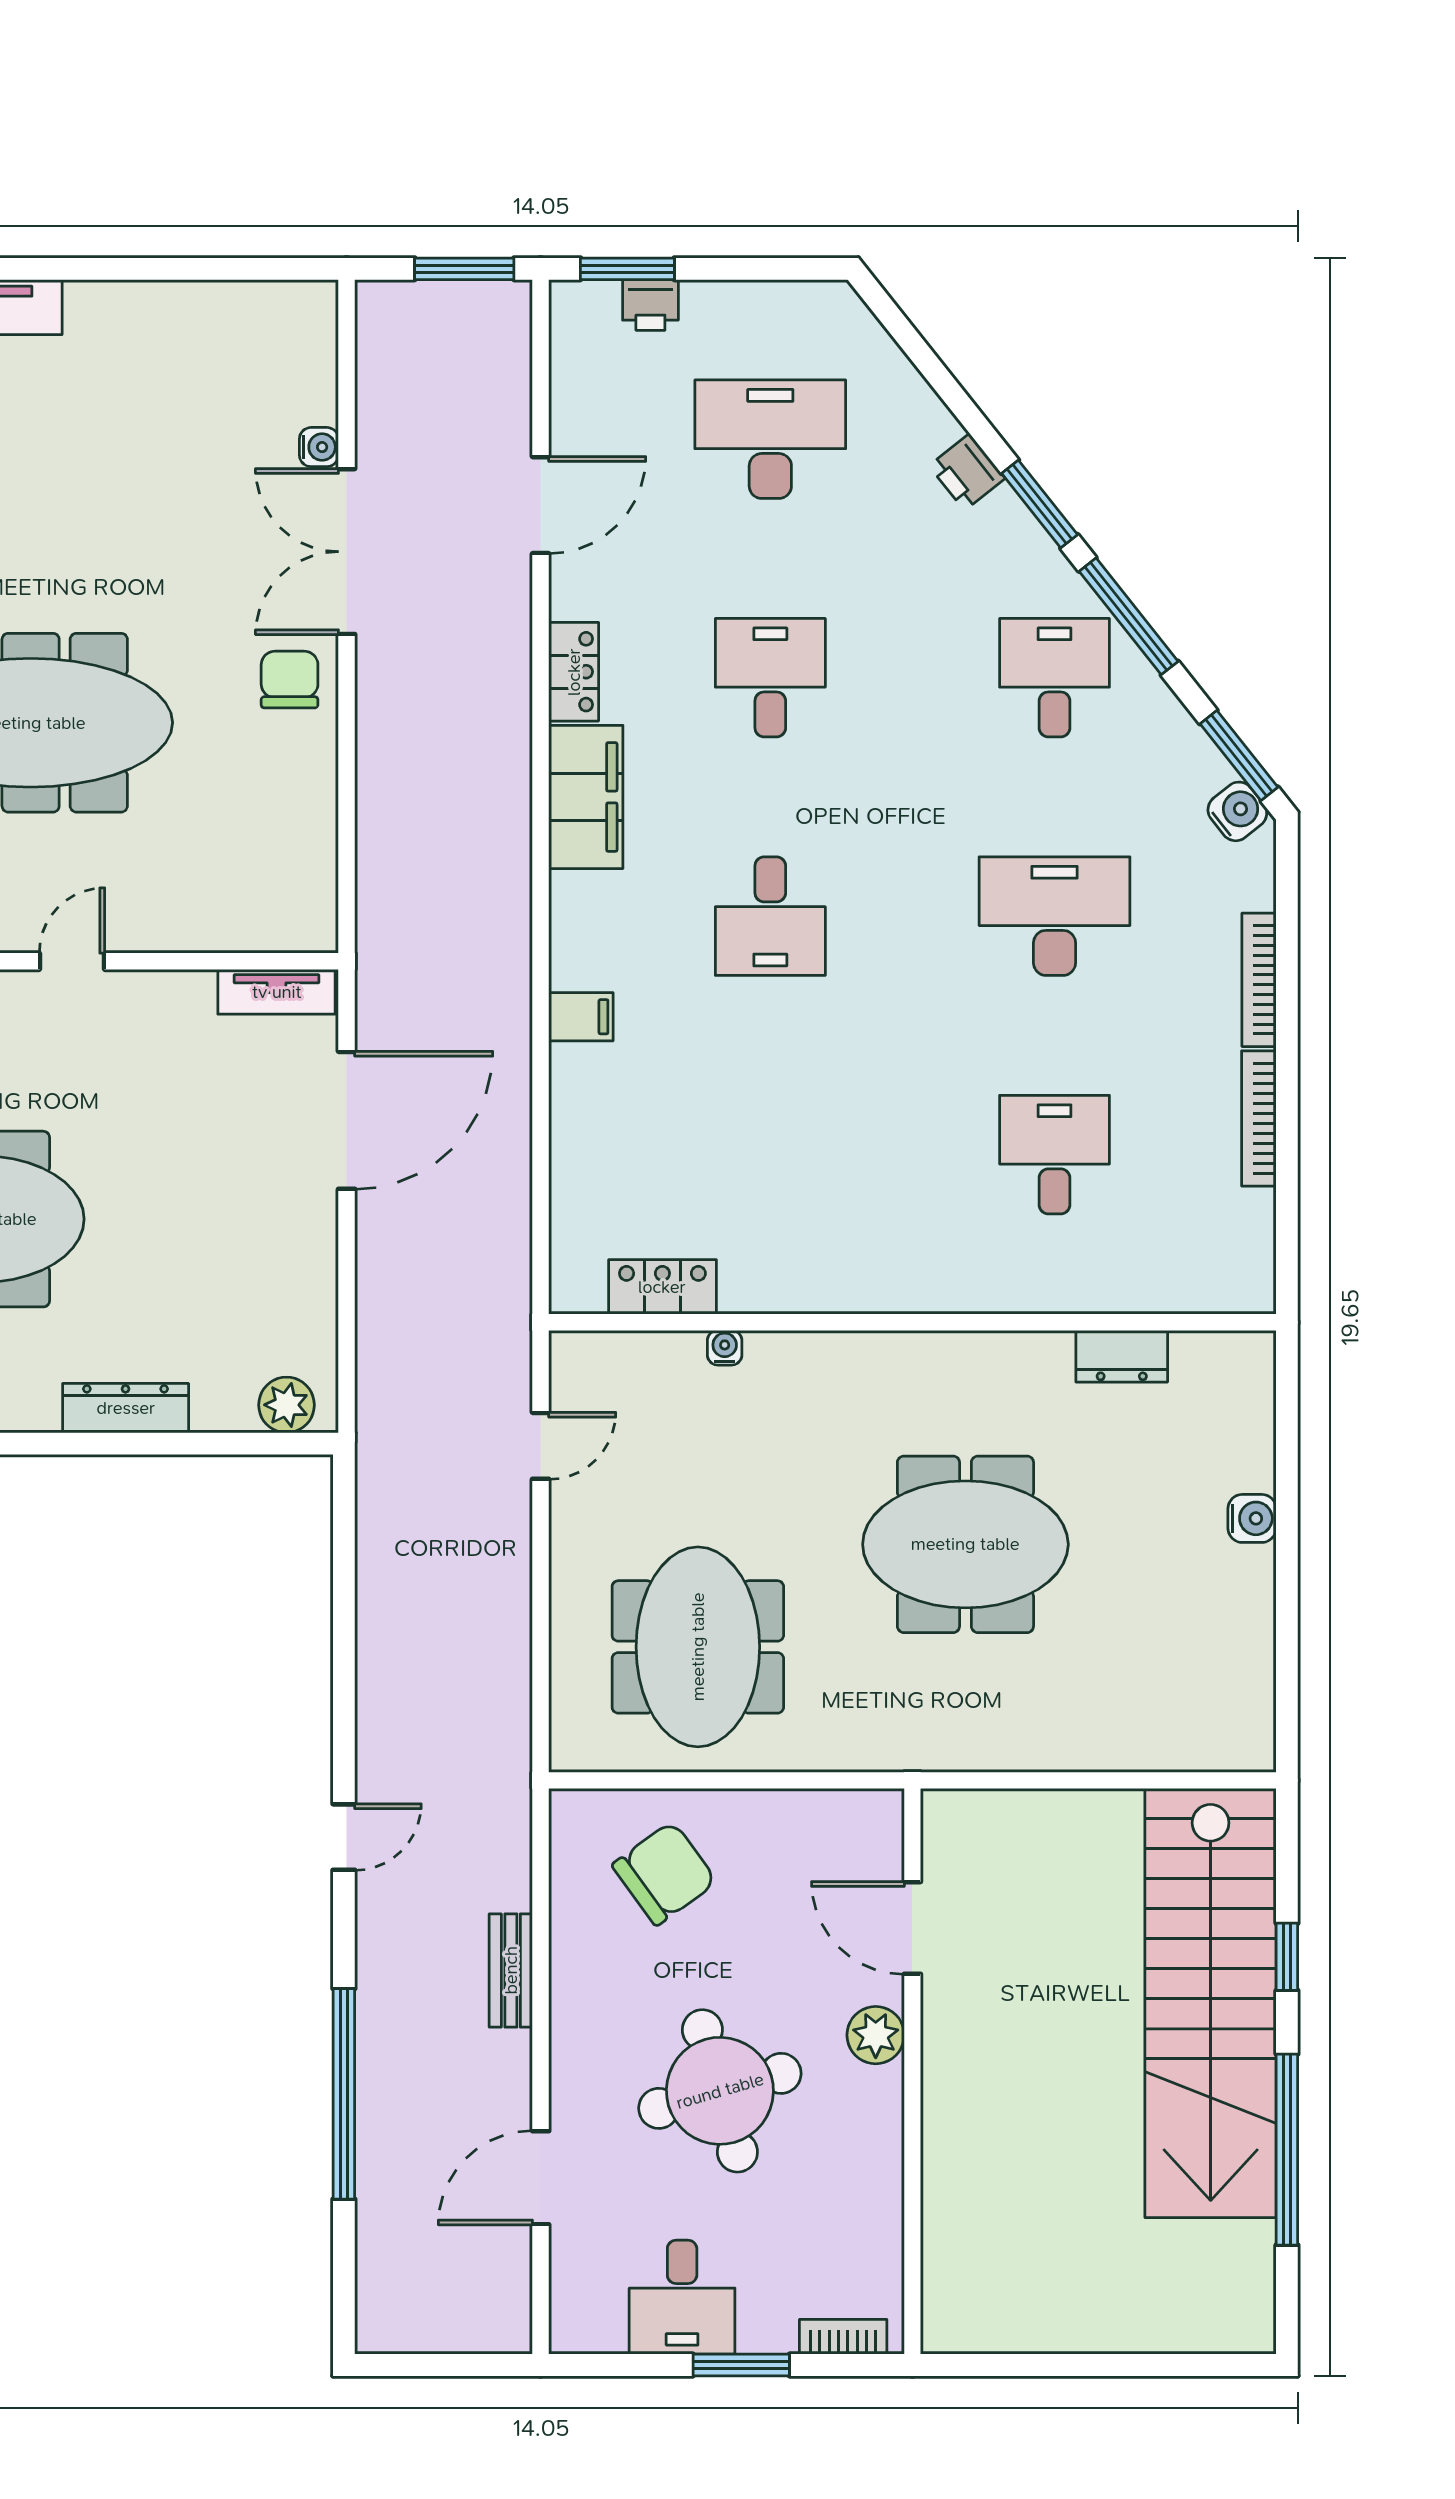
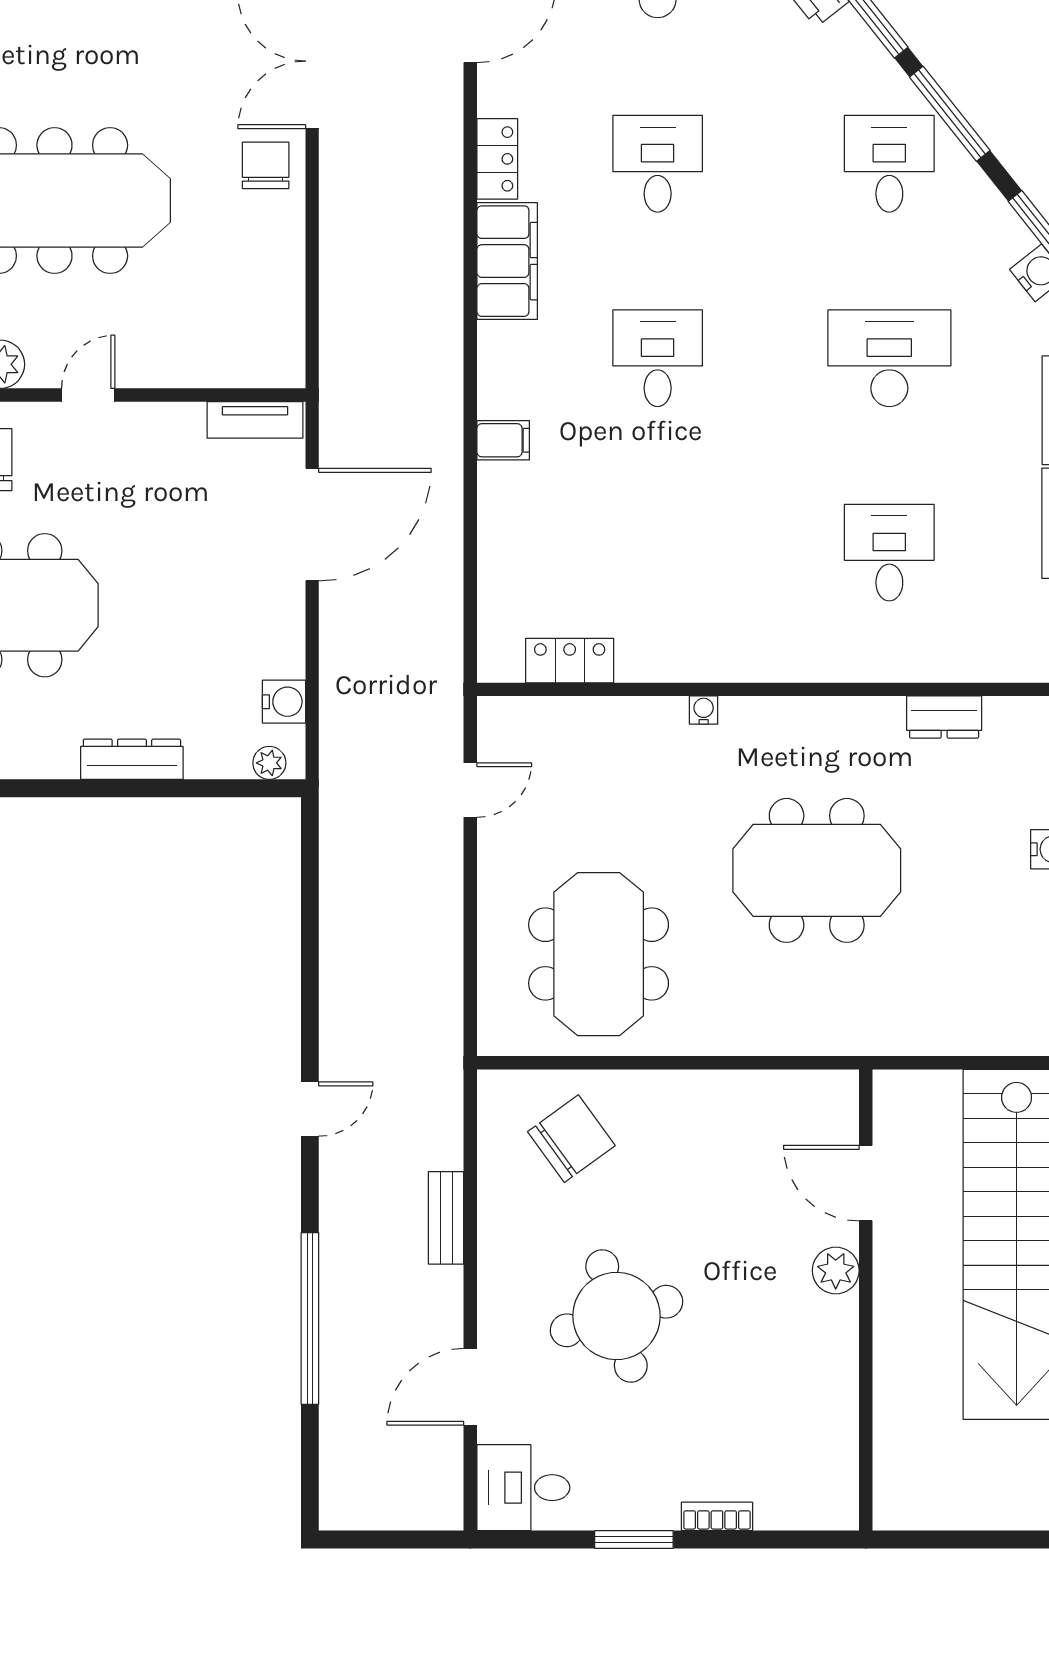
desk: (770, 916) -> (658, 358), turned 180
water cooler: (312, 1337) -> (284, 702), added
water cooler: (725, 1348) -> (704, 710), moved
plant: (286, 1405) -> (269, 763), width x0.73, depth x0.73
door: (912, 1928) -> (866, 1183), moved
plant: (876, 2035) -> (836, 1271), moved
wall: (912, 2071) -> (866, 1300), moved
desk: (682, 2297) -> (523, 1488), moved, turned 90

